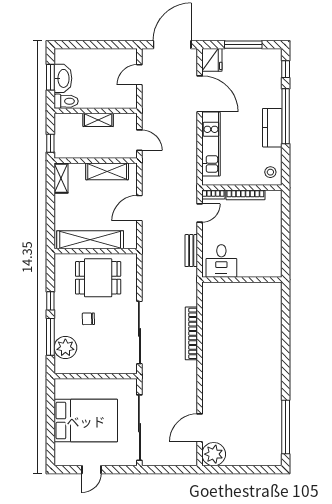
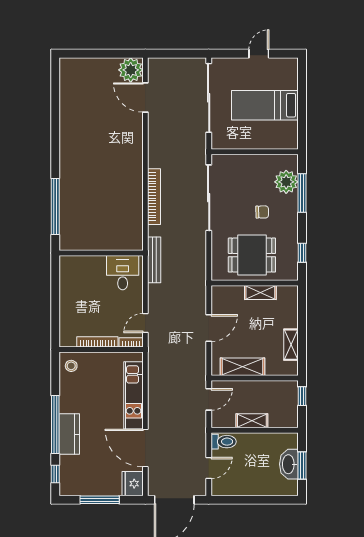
toilet: (66, 101) -> (224, 442), moved, turned 180
kitchen counter: (272, 128) -> (69, 434), moved
door: (139, 140) -> (209, 399), swing flipped
shelving: (61, 178) -> (291, 345), moved
shelving: (90, 240) -> (260, 293), width x0.45, depth x0.75
bench: (191, 251) -> (154, 260), moved, width x1.36
window: (50, 301) -> (302, 253), moved
bed: (86, 421) -> (265, 105), width x0.67
window: (286, 427) -> (55, 207), moved
door: (200, 428) -> (145, 97), swing flipped

